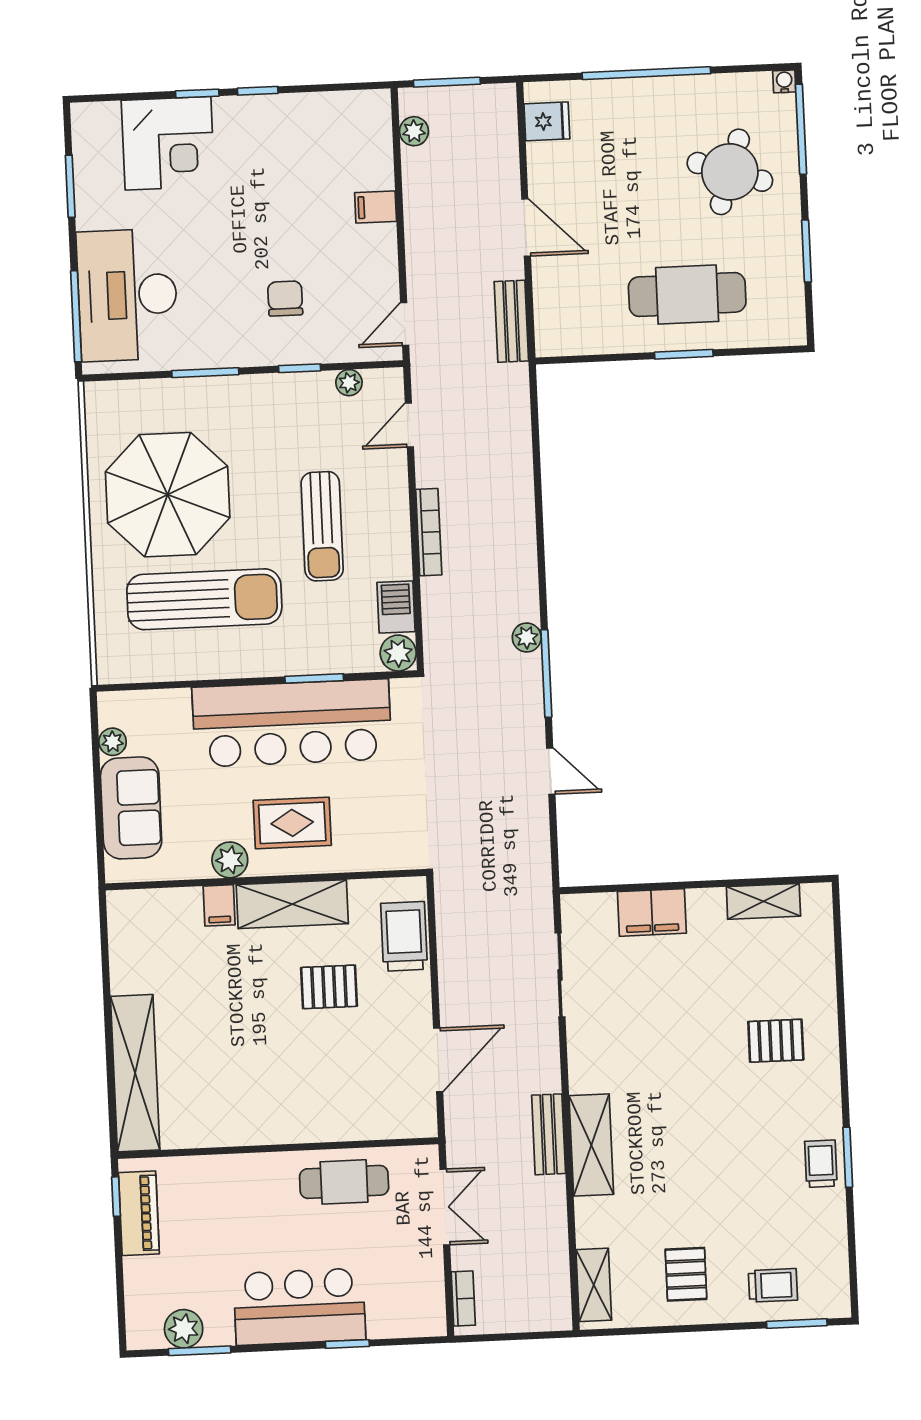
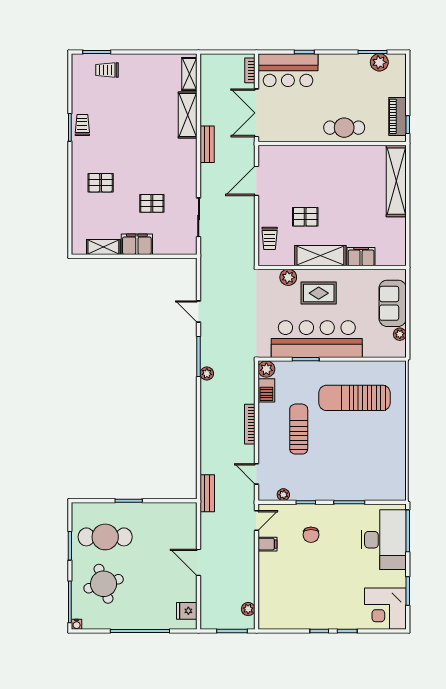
corner desk: (168, 143) -> (385, 609), moved, turned -90
round table: (730, 172) -> (104, 584), turned -35
filing cabinet: (376, 207) -> (267, 544), moved
cafe table: (687, 295) -> (105, 537), moved
bench: (511, 321) -> (207, 493), moved
door: (409, 425) -> (256, 474), swing flipped
parasol: (168, 495) -> (369, 447), removed
plant: (230, 860) -> (288, 277), moved
filing cabinet: (219, 905) -> (361, 257), width x2.00
filing cabinet: (652, 912) -> (137, 244), moved
trolley: (404, 936) -> (270, 238), width x0.73, depth x0.72
shelving: (591, 1145) -> (188, 115), moved
trolley: (821, 1164) -> (82, 125), turned 180
cafe table: (344, 1182) -> (344, 128), moved
double door: (445, 1207) -> (256, 113), width x1.37
pallet: (686, 1274) -> (152, 203), moved, turned 90
bar counter: (300, 1307) -> (288, 70), moved

